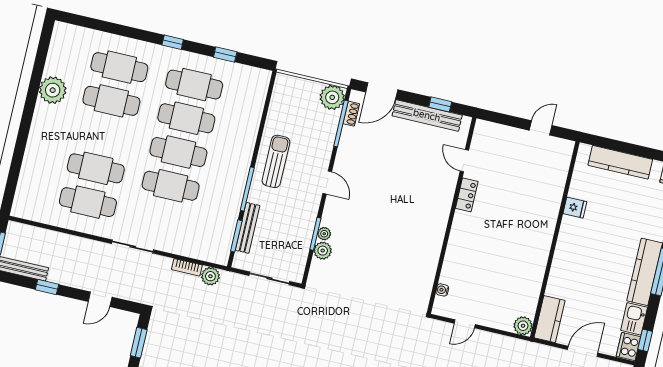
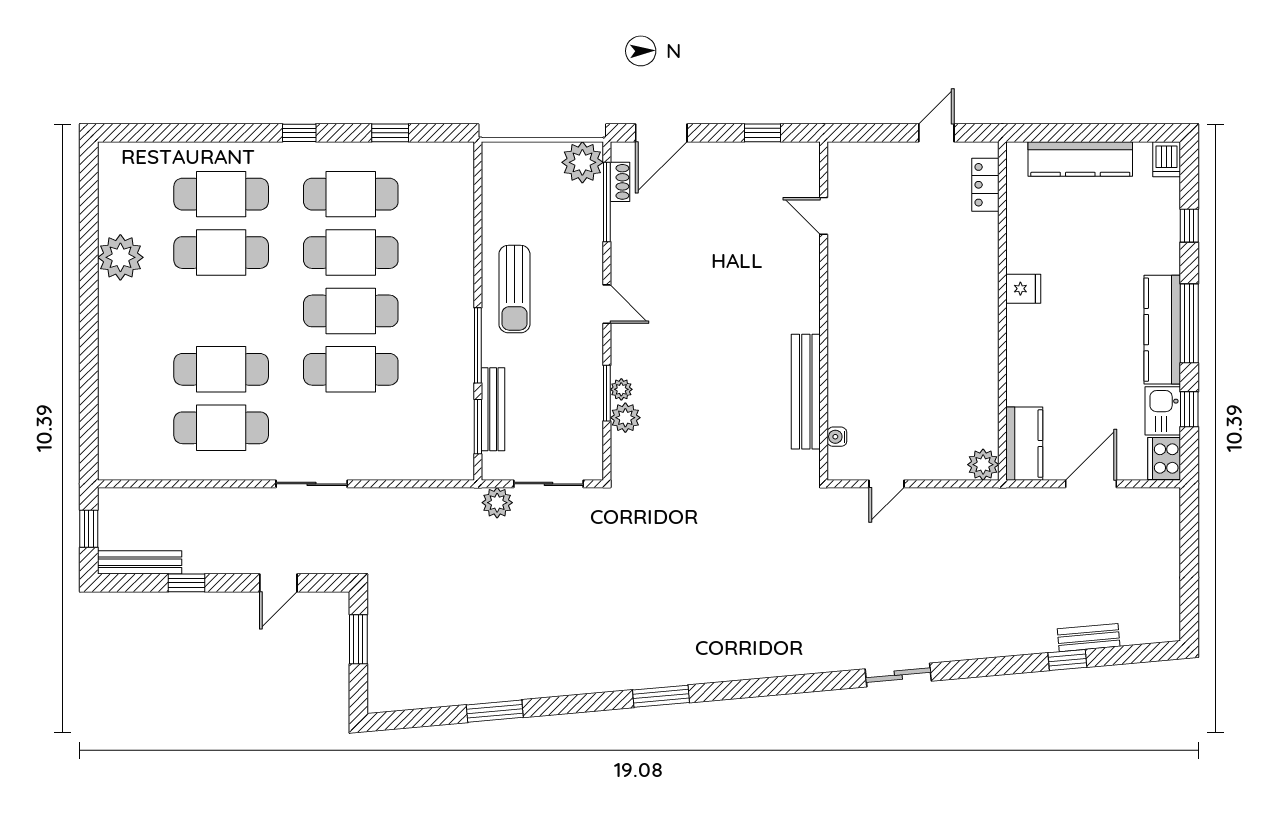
bench: (427, 115) -> (806, 392), moved, turned 90
sun lounger: (276, 161) -> (514, 289), turned 180
locker: (467, 195) -> (985, 185), moved, turned 180
fridge: (575, 208) -> (1023, 289), moved
bookcase: (187, 267) -> (409, 497), removed
plant: (210, 276) -> (497, 503), moved
window: (645, 340) -> (1189, 409), moved

